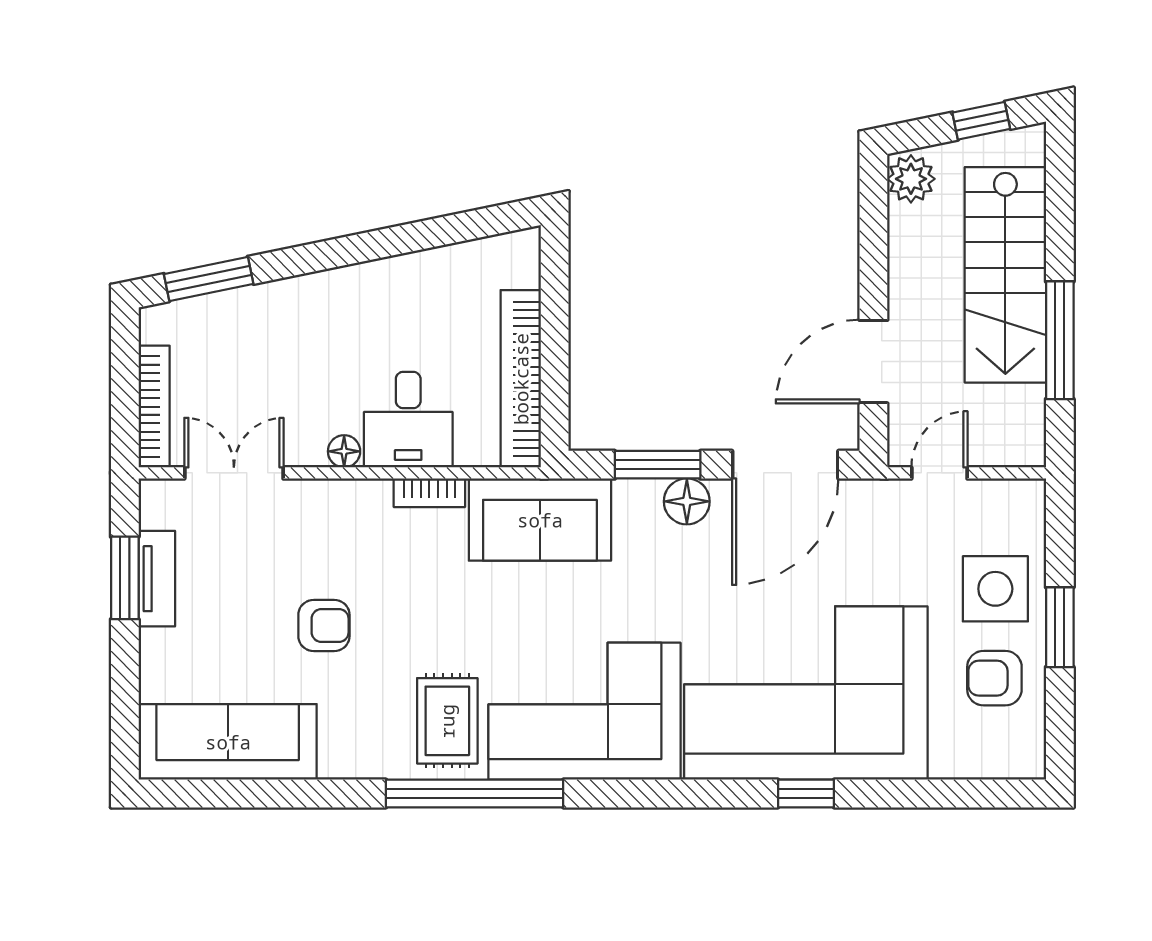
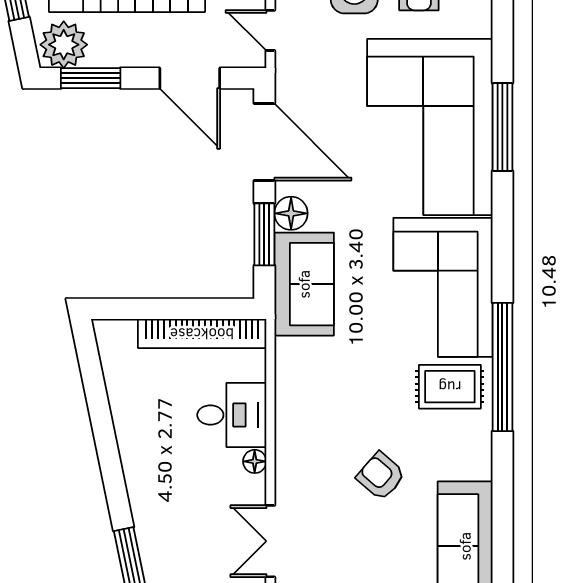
plant: (911, 179) -> (64, 45), width x1.36, depth x1.36
window: (873, 225) -> (91, 78), added
bookcase: (429, 493) -> (285, 400), removed
sofa: (540, 520) -> (304, 284), moved
armchair: (324, 625) -> (381, 476), turned -49
window: (806, 793) -> (502, 127), width x2.17

